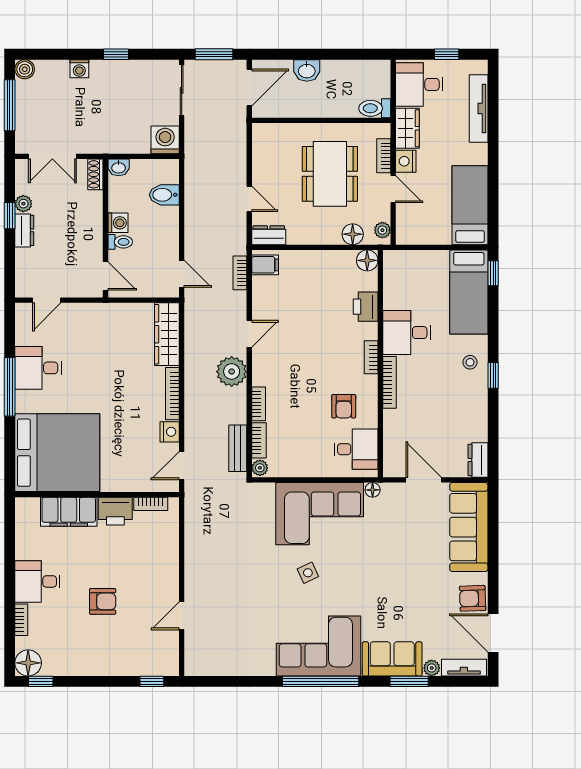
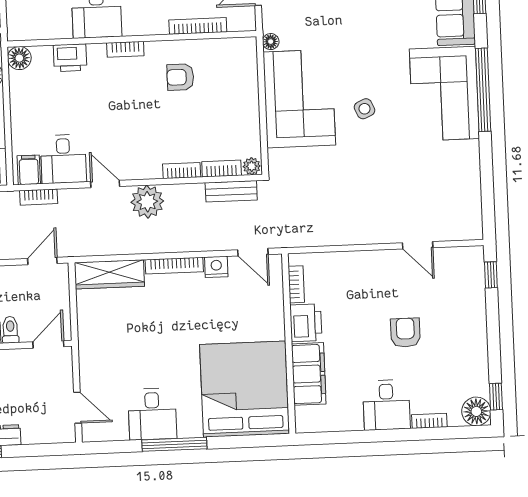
bookcase: (390, 382) -> (198, 26), moved
armchair: (344, 406) -> (180, 77), turned 180
desk: (356, 449) -> (63, 159), moved, turned 180

